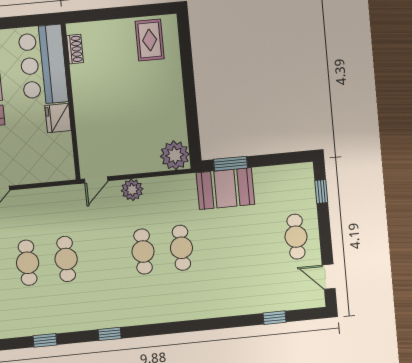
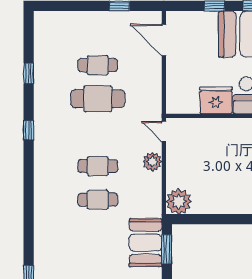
fridge: (58, 118) -> (216, 100), width x1.36, depth x1.34
cafe table: (66, 259) -> (98, 99), width x1.37, depth x1.35

